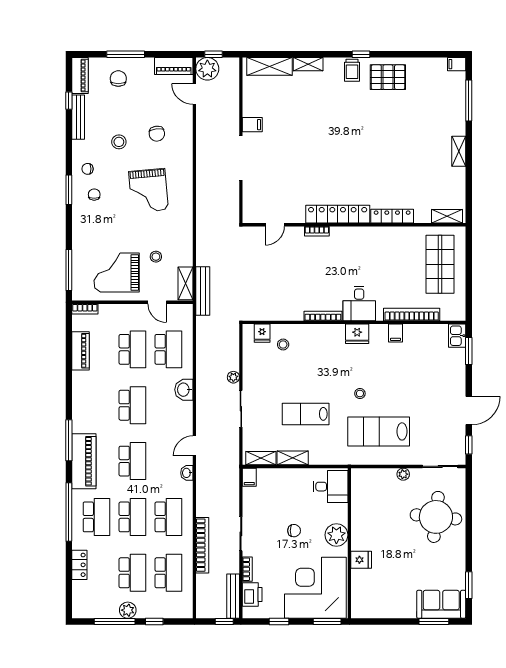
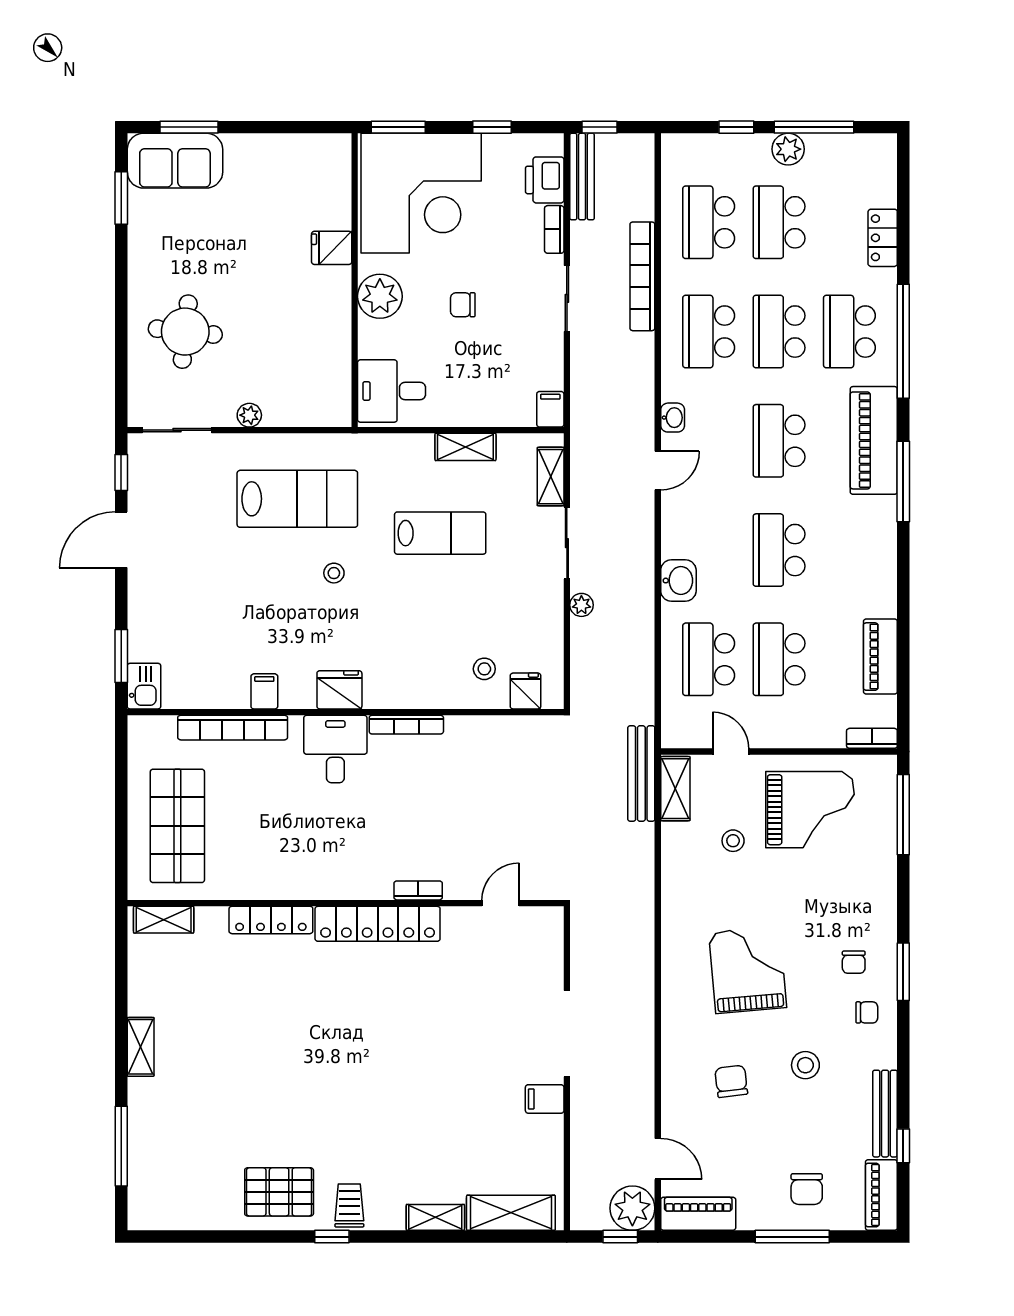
filing cabinet: (457, 64) -> (145, 1217), removed
shelving: (261, 458) -> (551, 477), moved, turned 90
round table: (436, 517) -> (185, 332), width x0.73, depth x0.73

